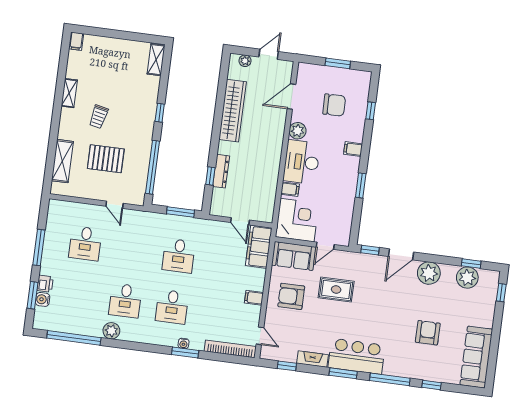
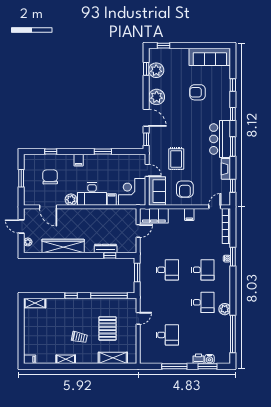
window: (390, 379) -> (233, 114), width x0.46

